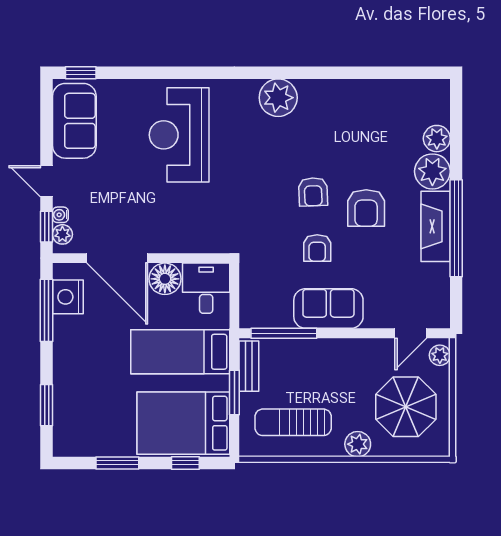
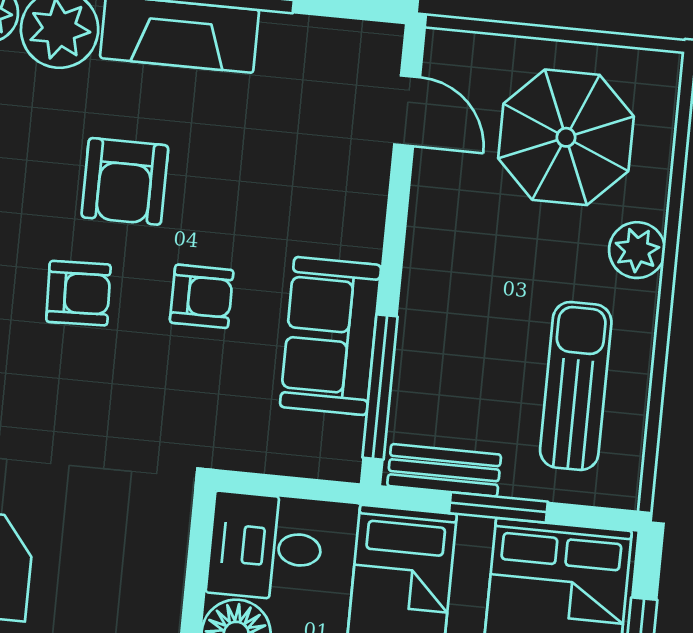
armchair: (366, 208) -> (125, 181), turned 90
sofa: (328, 308) -> (330, 336), moved
plant: (440, 355) -> (461, 52), removed
sun lounger: (293, 422) -> (576, 386), turned 180

